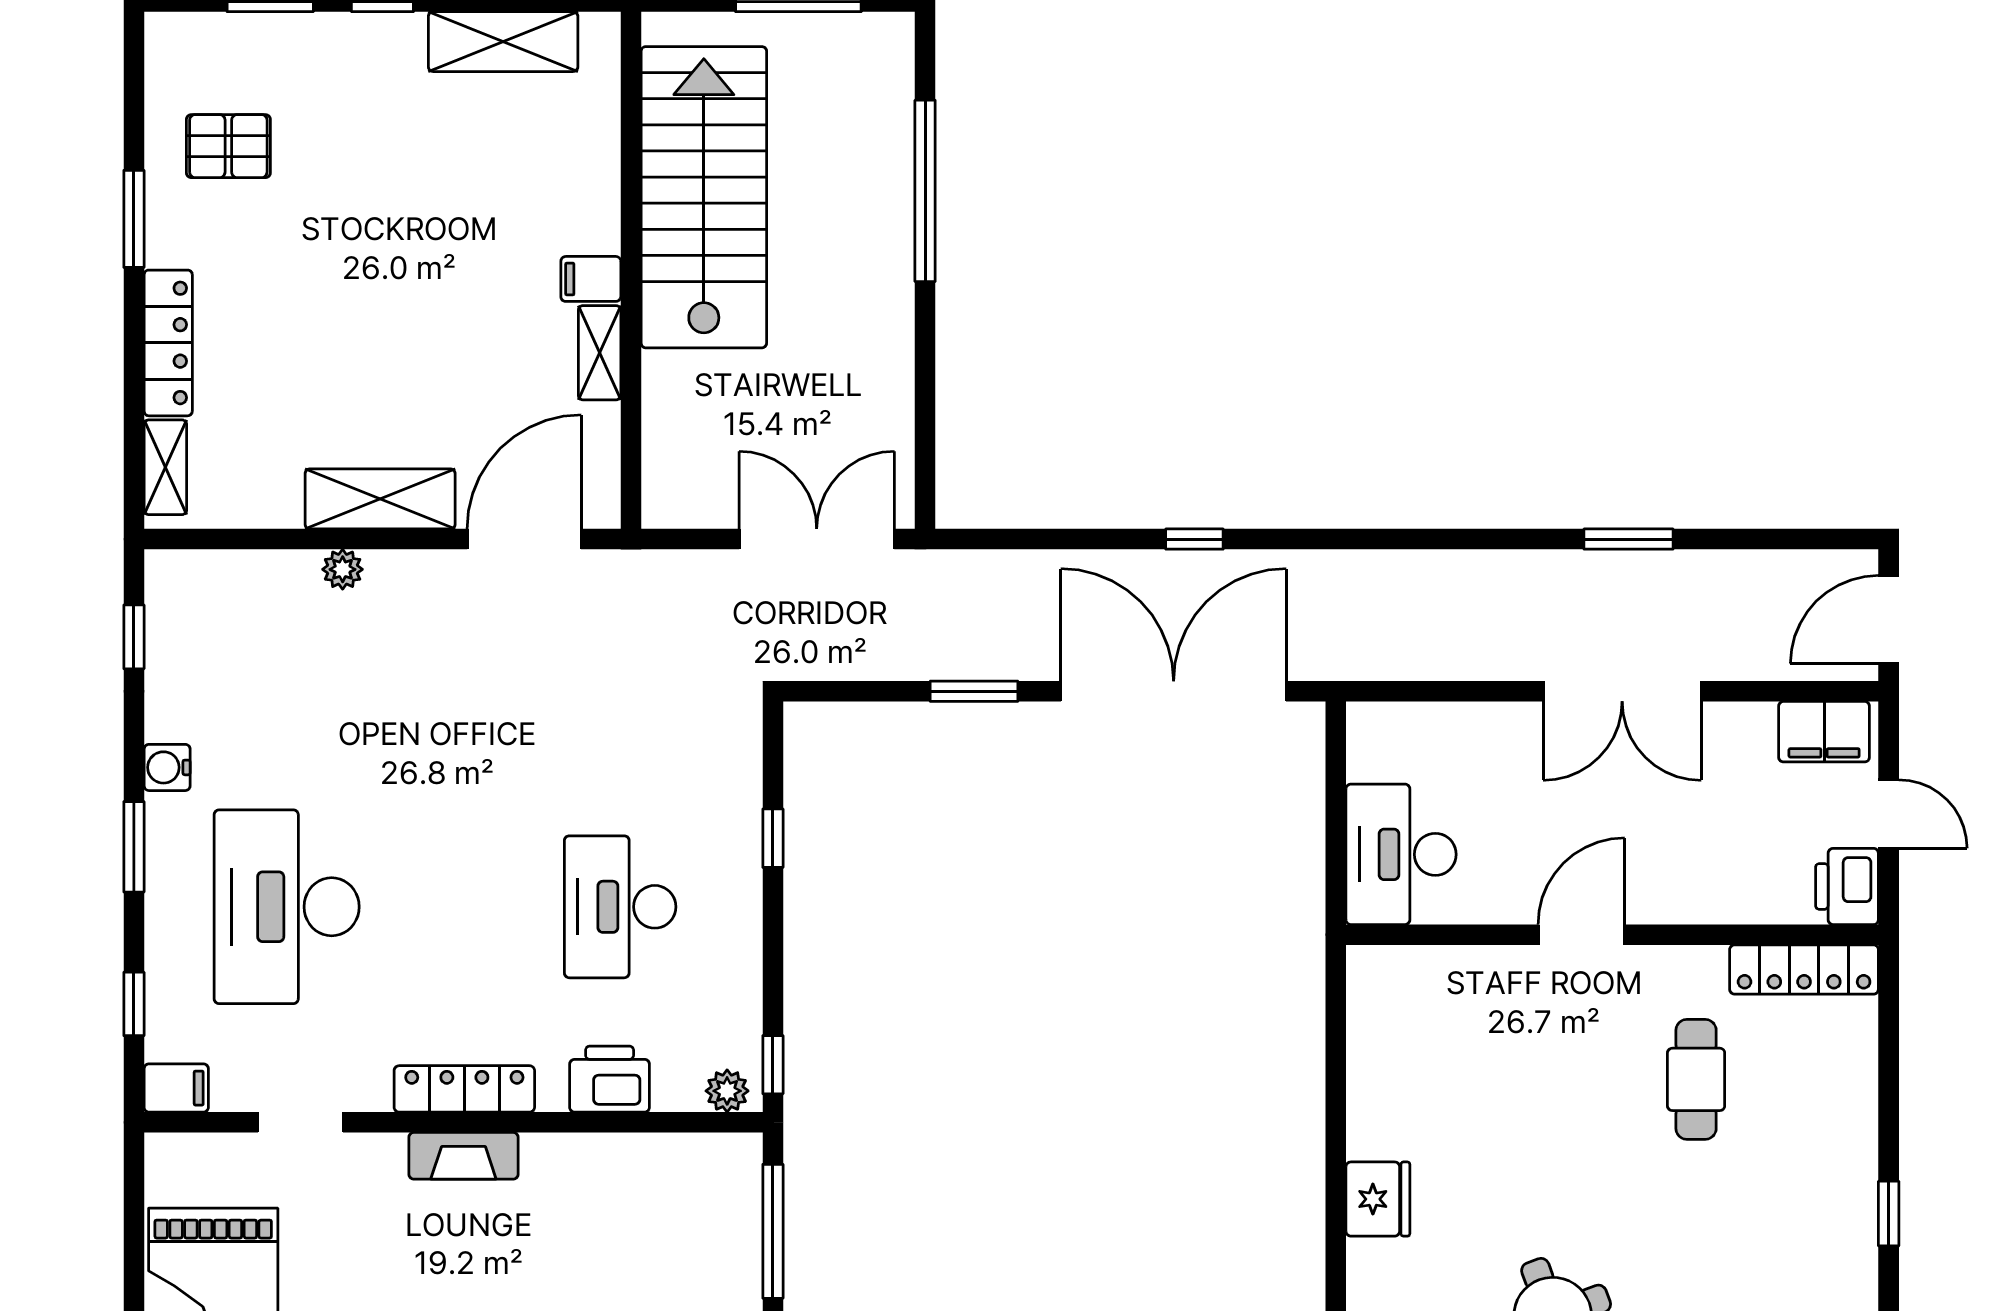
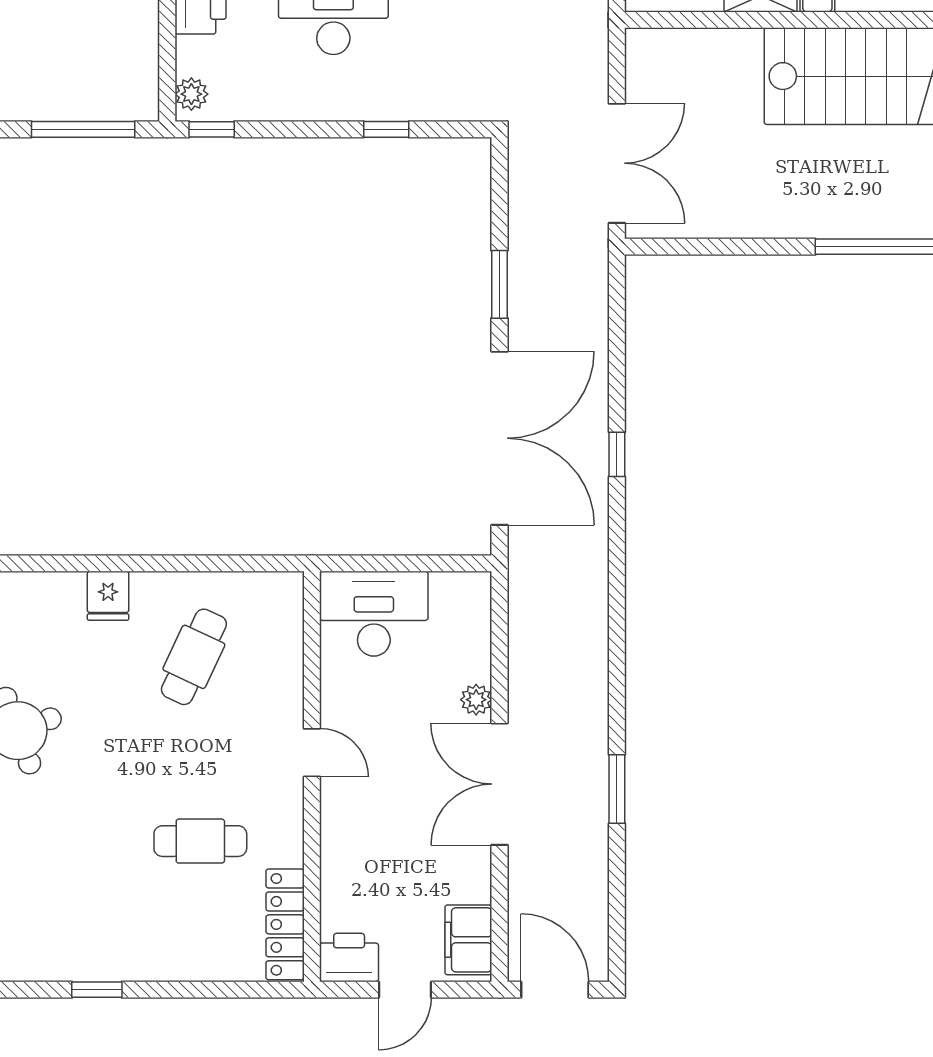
plant: (1513, 722) -> (476, 700), added
door: (1581, 935) -> (312, 753), width x0.73
cafe table: (1457, 1088) -> (194, 657), added
fridge: (1378, 1199) -> (108, 596), width x0.72

